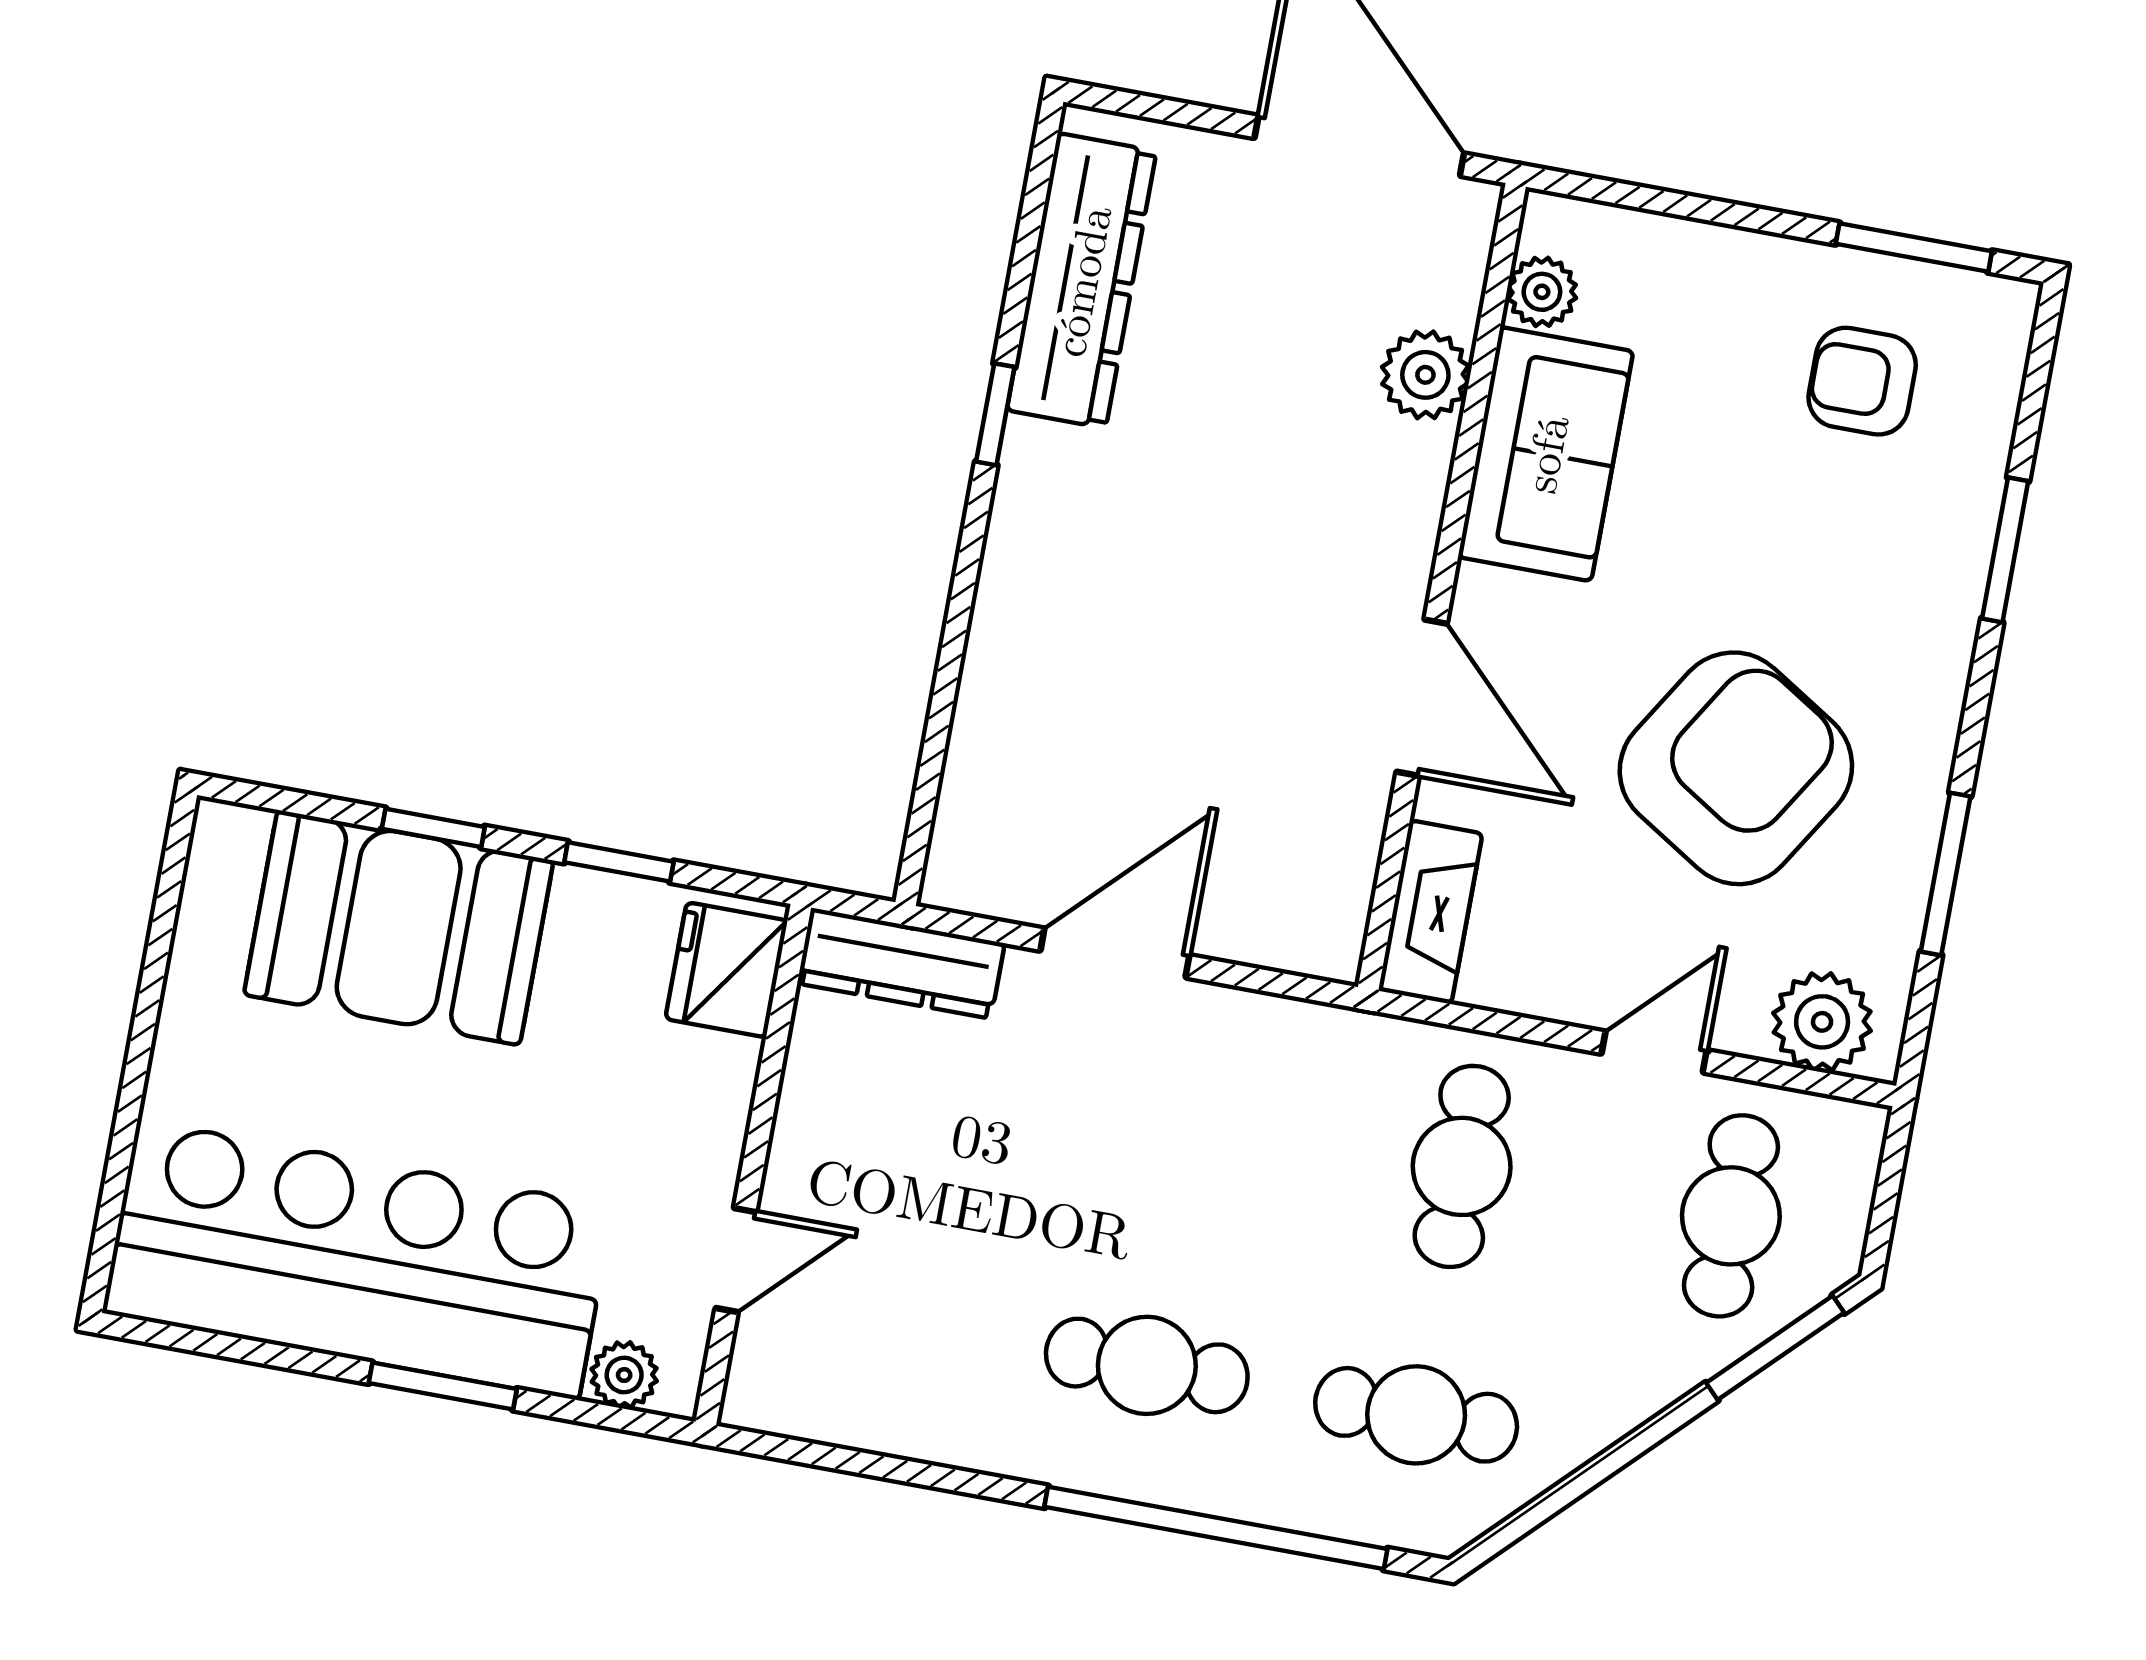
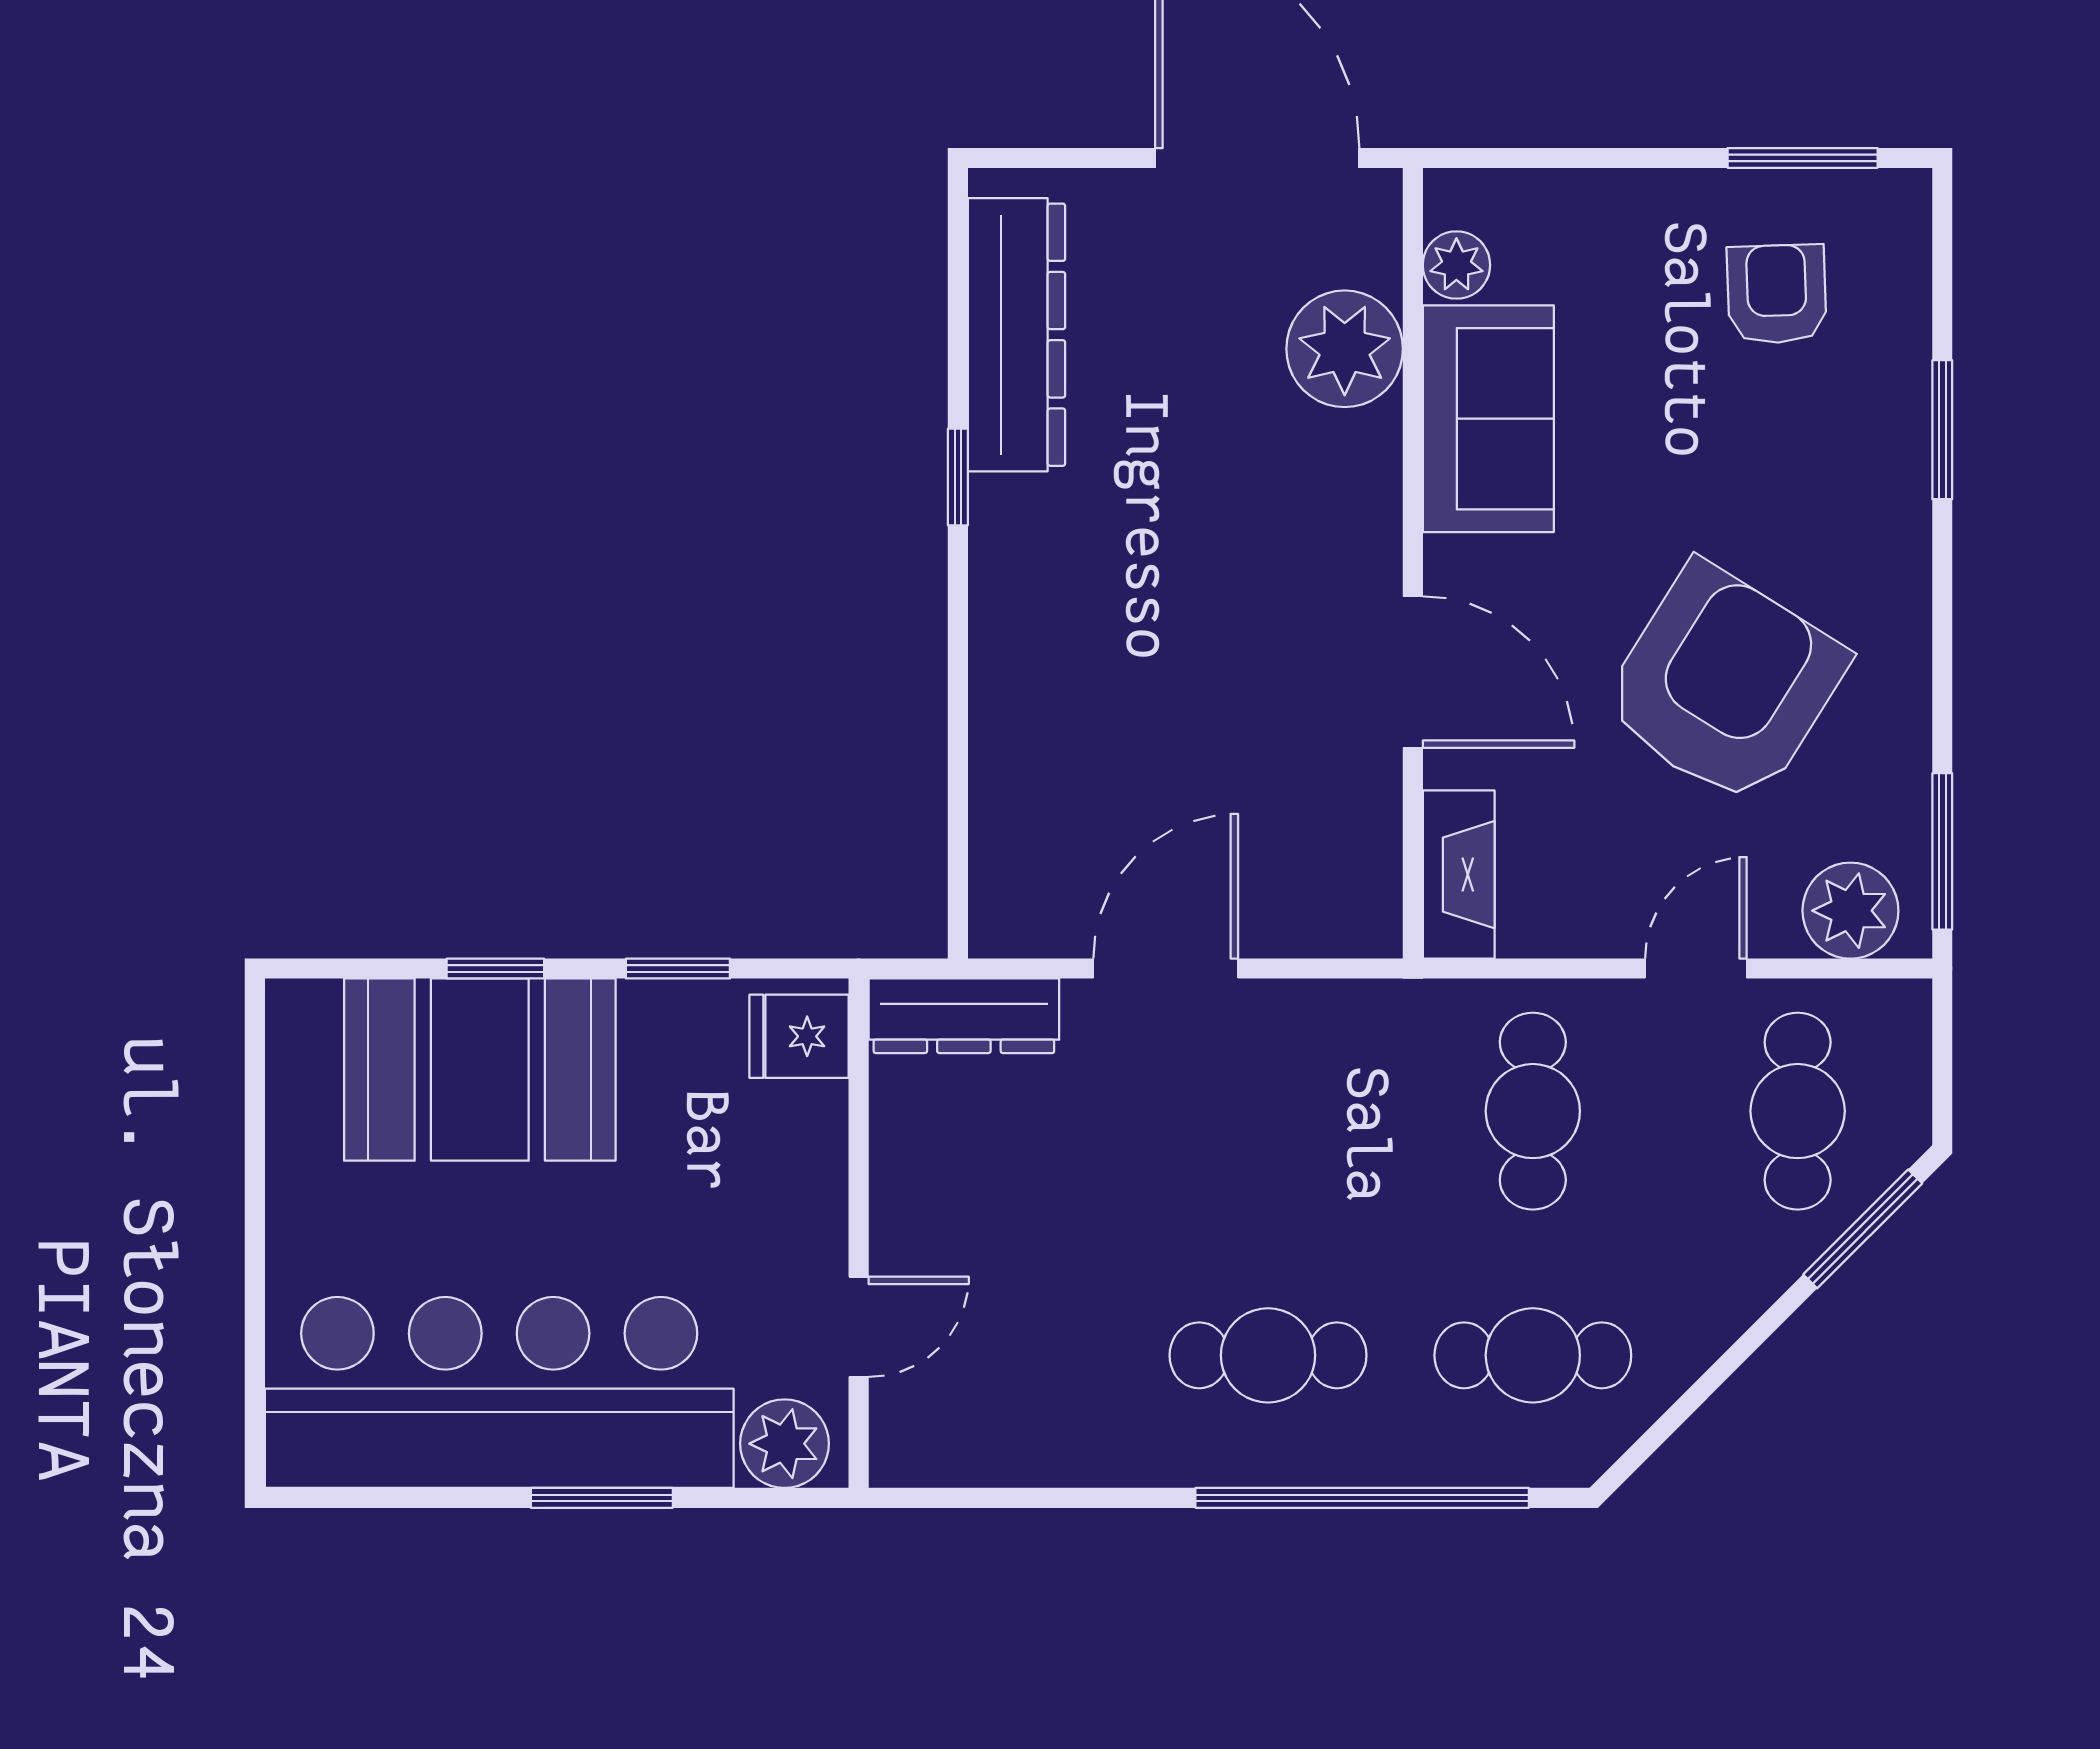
plant: (1425, 375) -> (1345, 349), width x1.36, depth x1.36
armchair: (1862, 381) -> (1777, 294), turned 88
window: (1946, 874) -> (1942, 851), moved
fridge: (726, 970) -> (799, 1036), width x0.72
plant: (624, 1375) -> (785, 1444), width x1.38, depth x1.38

